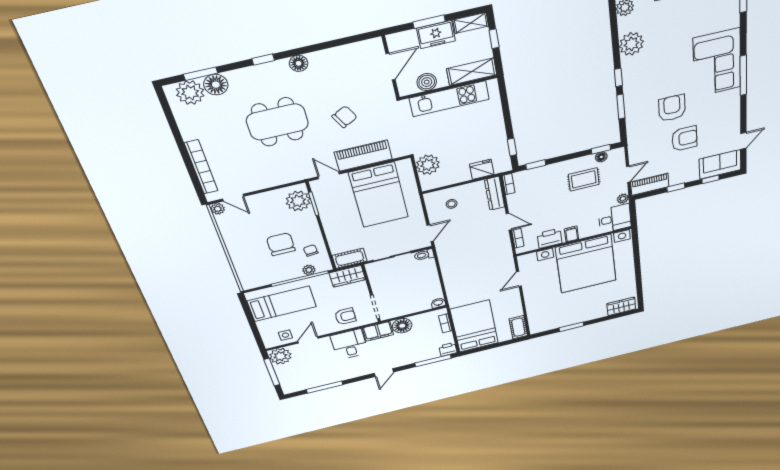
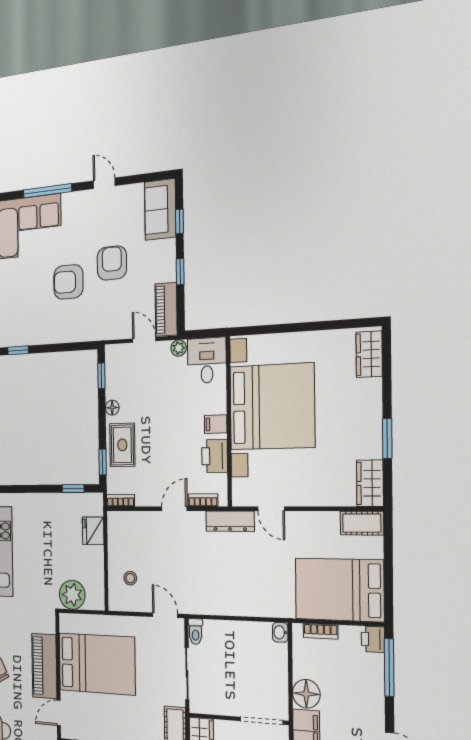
window: (621, 107) -> (53, 348), removed
door: (743, 141) -> (104, 183), moved
floor lamp: (601, 157) -> (112, 408), moved
rug: (584, 179) -> (122, 445), moved
dresser: (495, 193) -> (230, 521), moved
wardrobe: (543, 325) -> (370, 483), added

